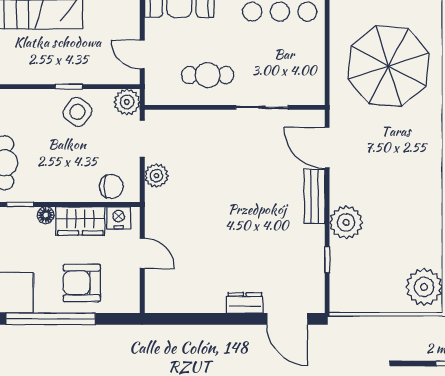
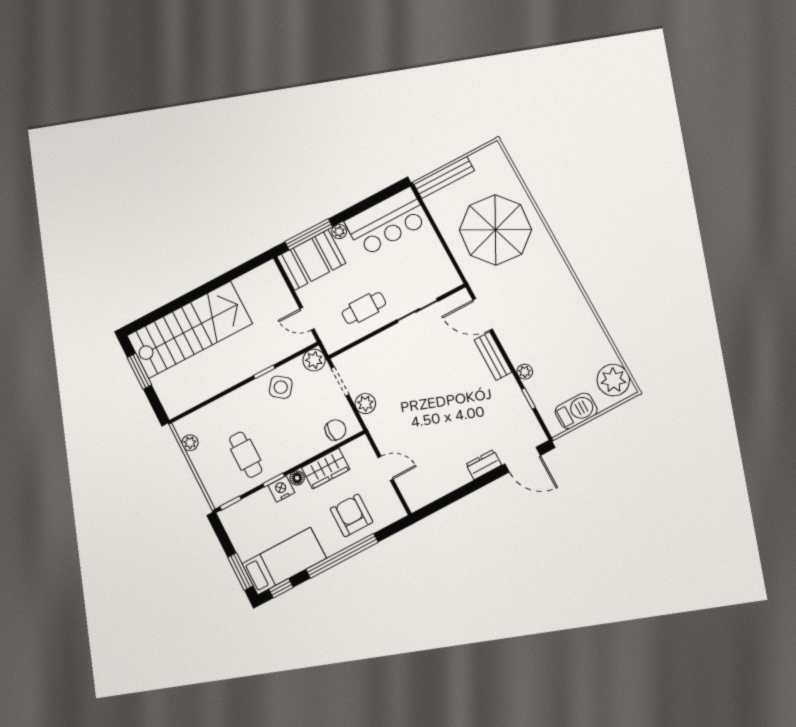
nightstand: (119, 218) -> (281, 489), moved
plant: (346, 222) -> (525, 372), width x0.53, depth x0.53
armchair: (82, 283) -> (351, 515), turned 90
barbecue: (369, 298) -> (576, 411), added

